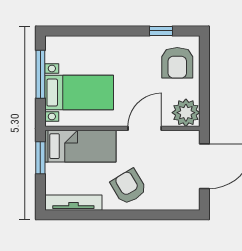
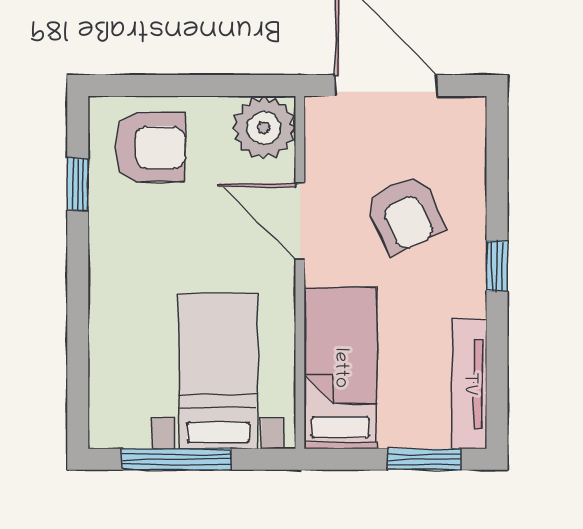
window: (40, 158) -> (424, 459), moved
armchair: (129, 187) -> (405, 214), moved, turned -84
window: (125, 215) -> (497, 266), added

